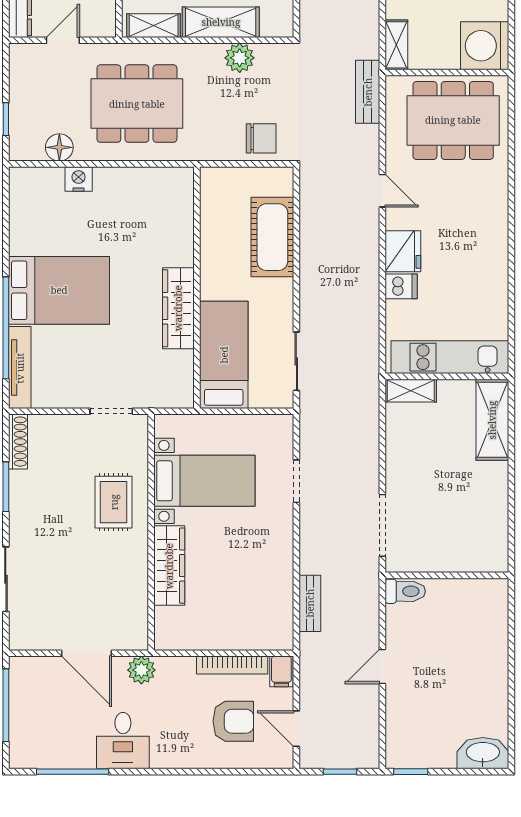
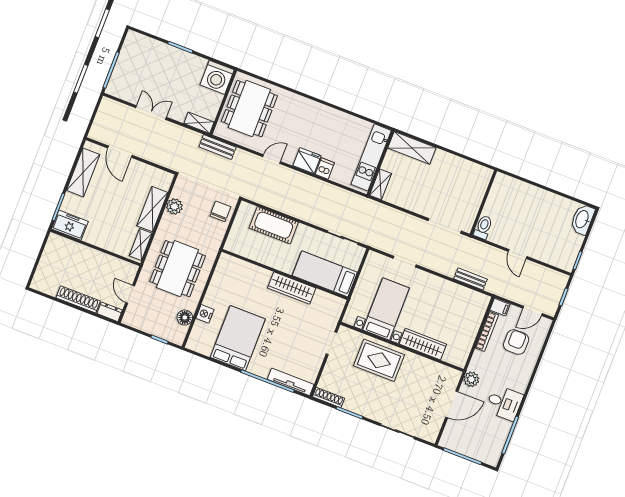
bed: (59, 290) -> (238, 338), moved
rug: (114, 502) -> (379, 360), width x1.36, depth x1.43

